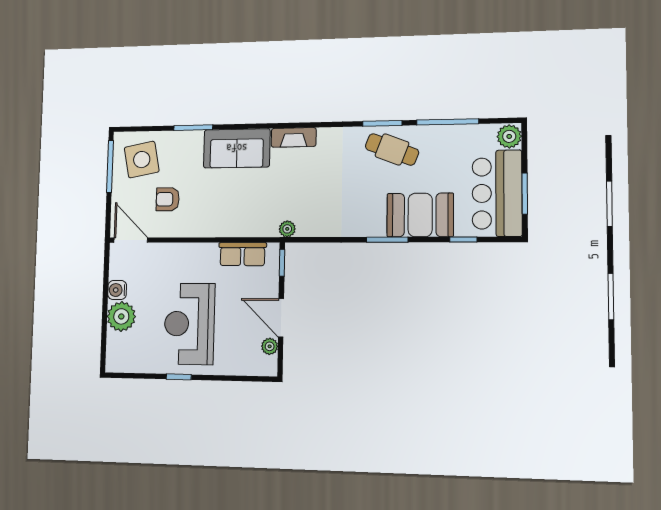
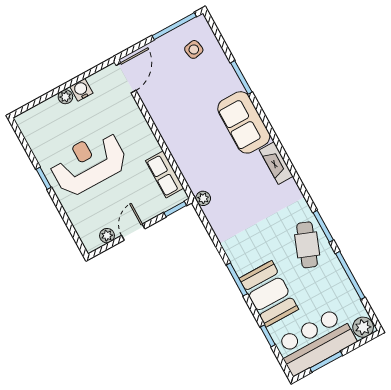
side table: (142, 160) -> (194, 49), width x0.54, depth x0.54
armchair: (168, 199) -> (174, 89), removed
plant: (121, 316) -> (65, 97), width x0.53, depth x0.53
door: (281, 318) -> (133, 232), width x0.73

